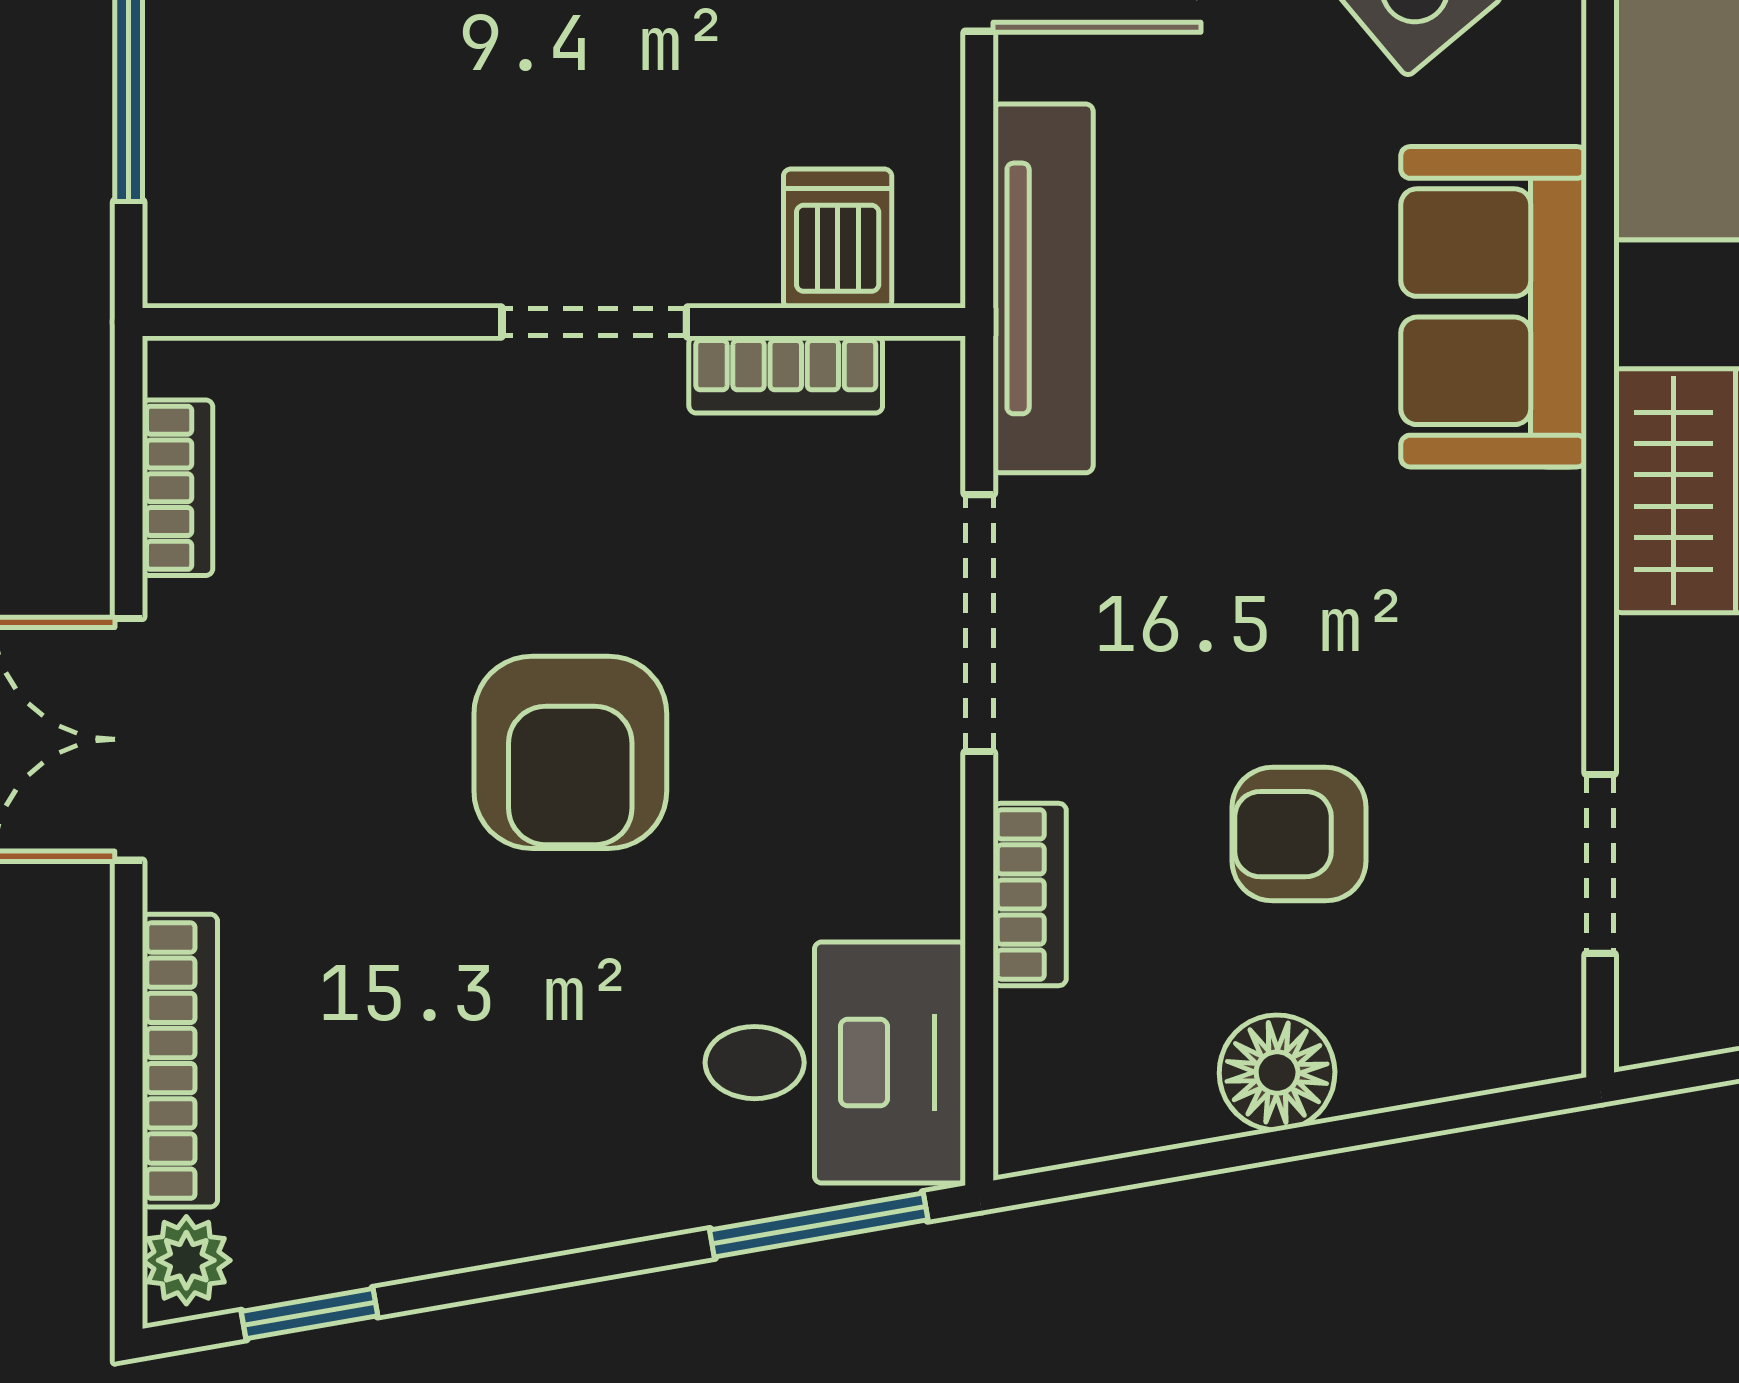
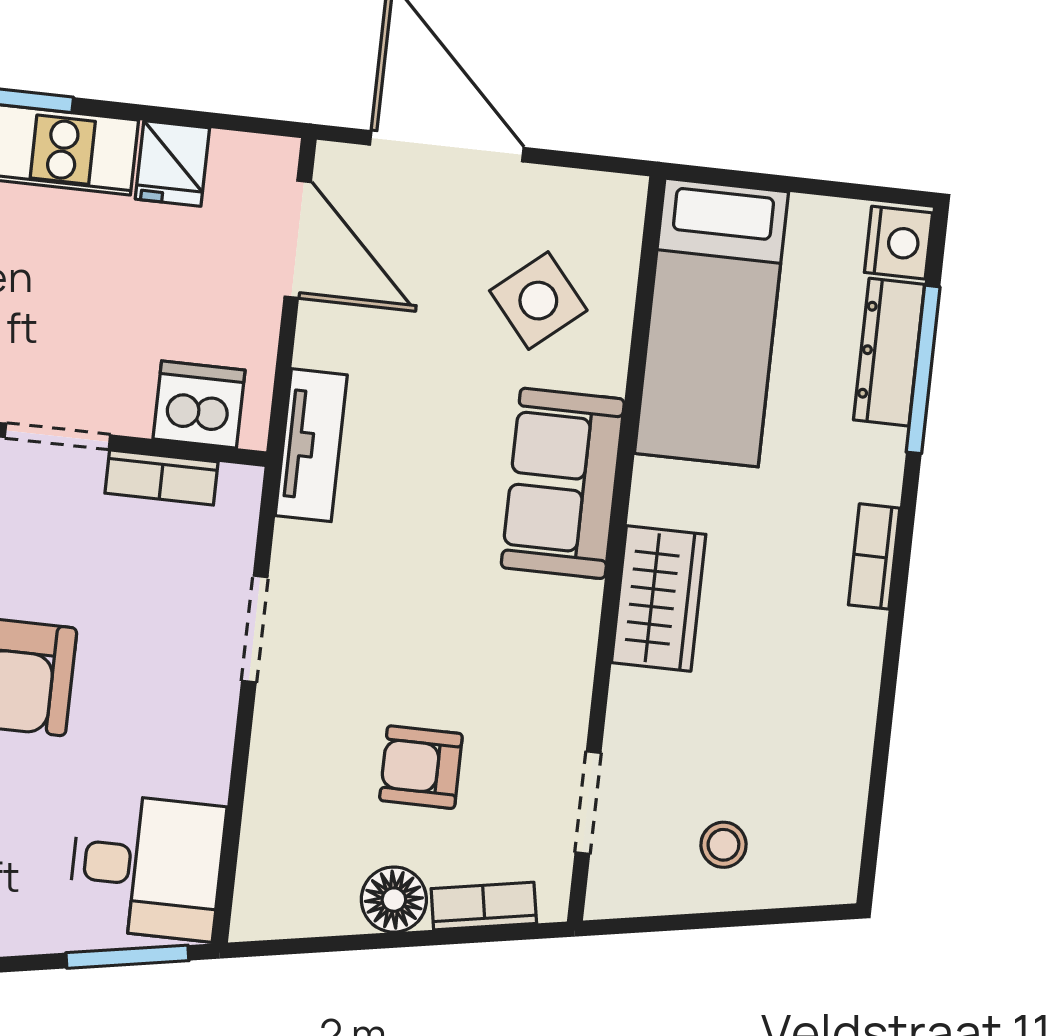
dishwasher: (838, 239) -> (199, 404), width x1.38
tv unit: (1043, 288) -> (311, 445), width x0.71
doorway: (979, 623) -> (255, 629), width x0.73
bookcase: (1030, 895) -> (484, 906), moved, turned -100

